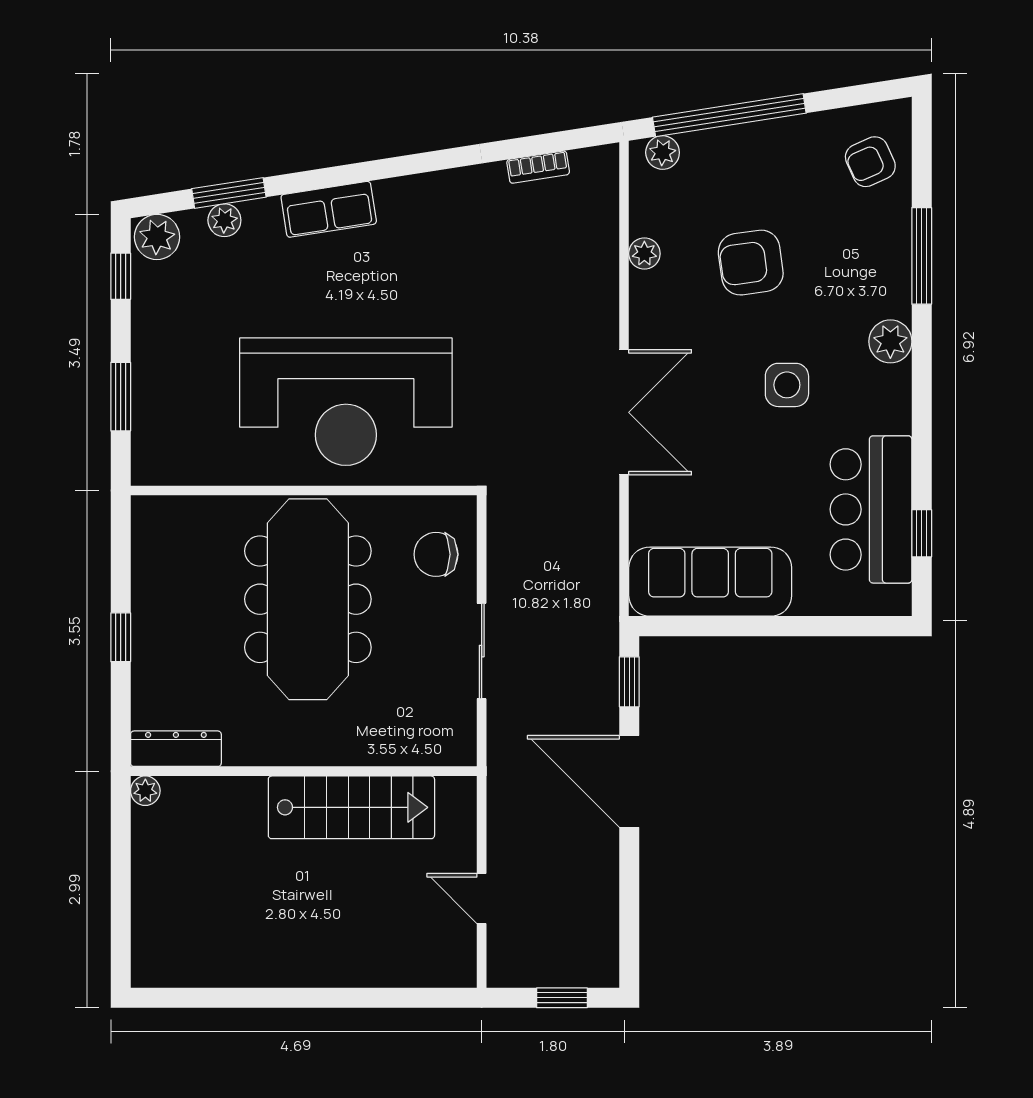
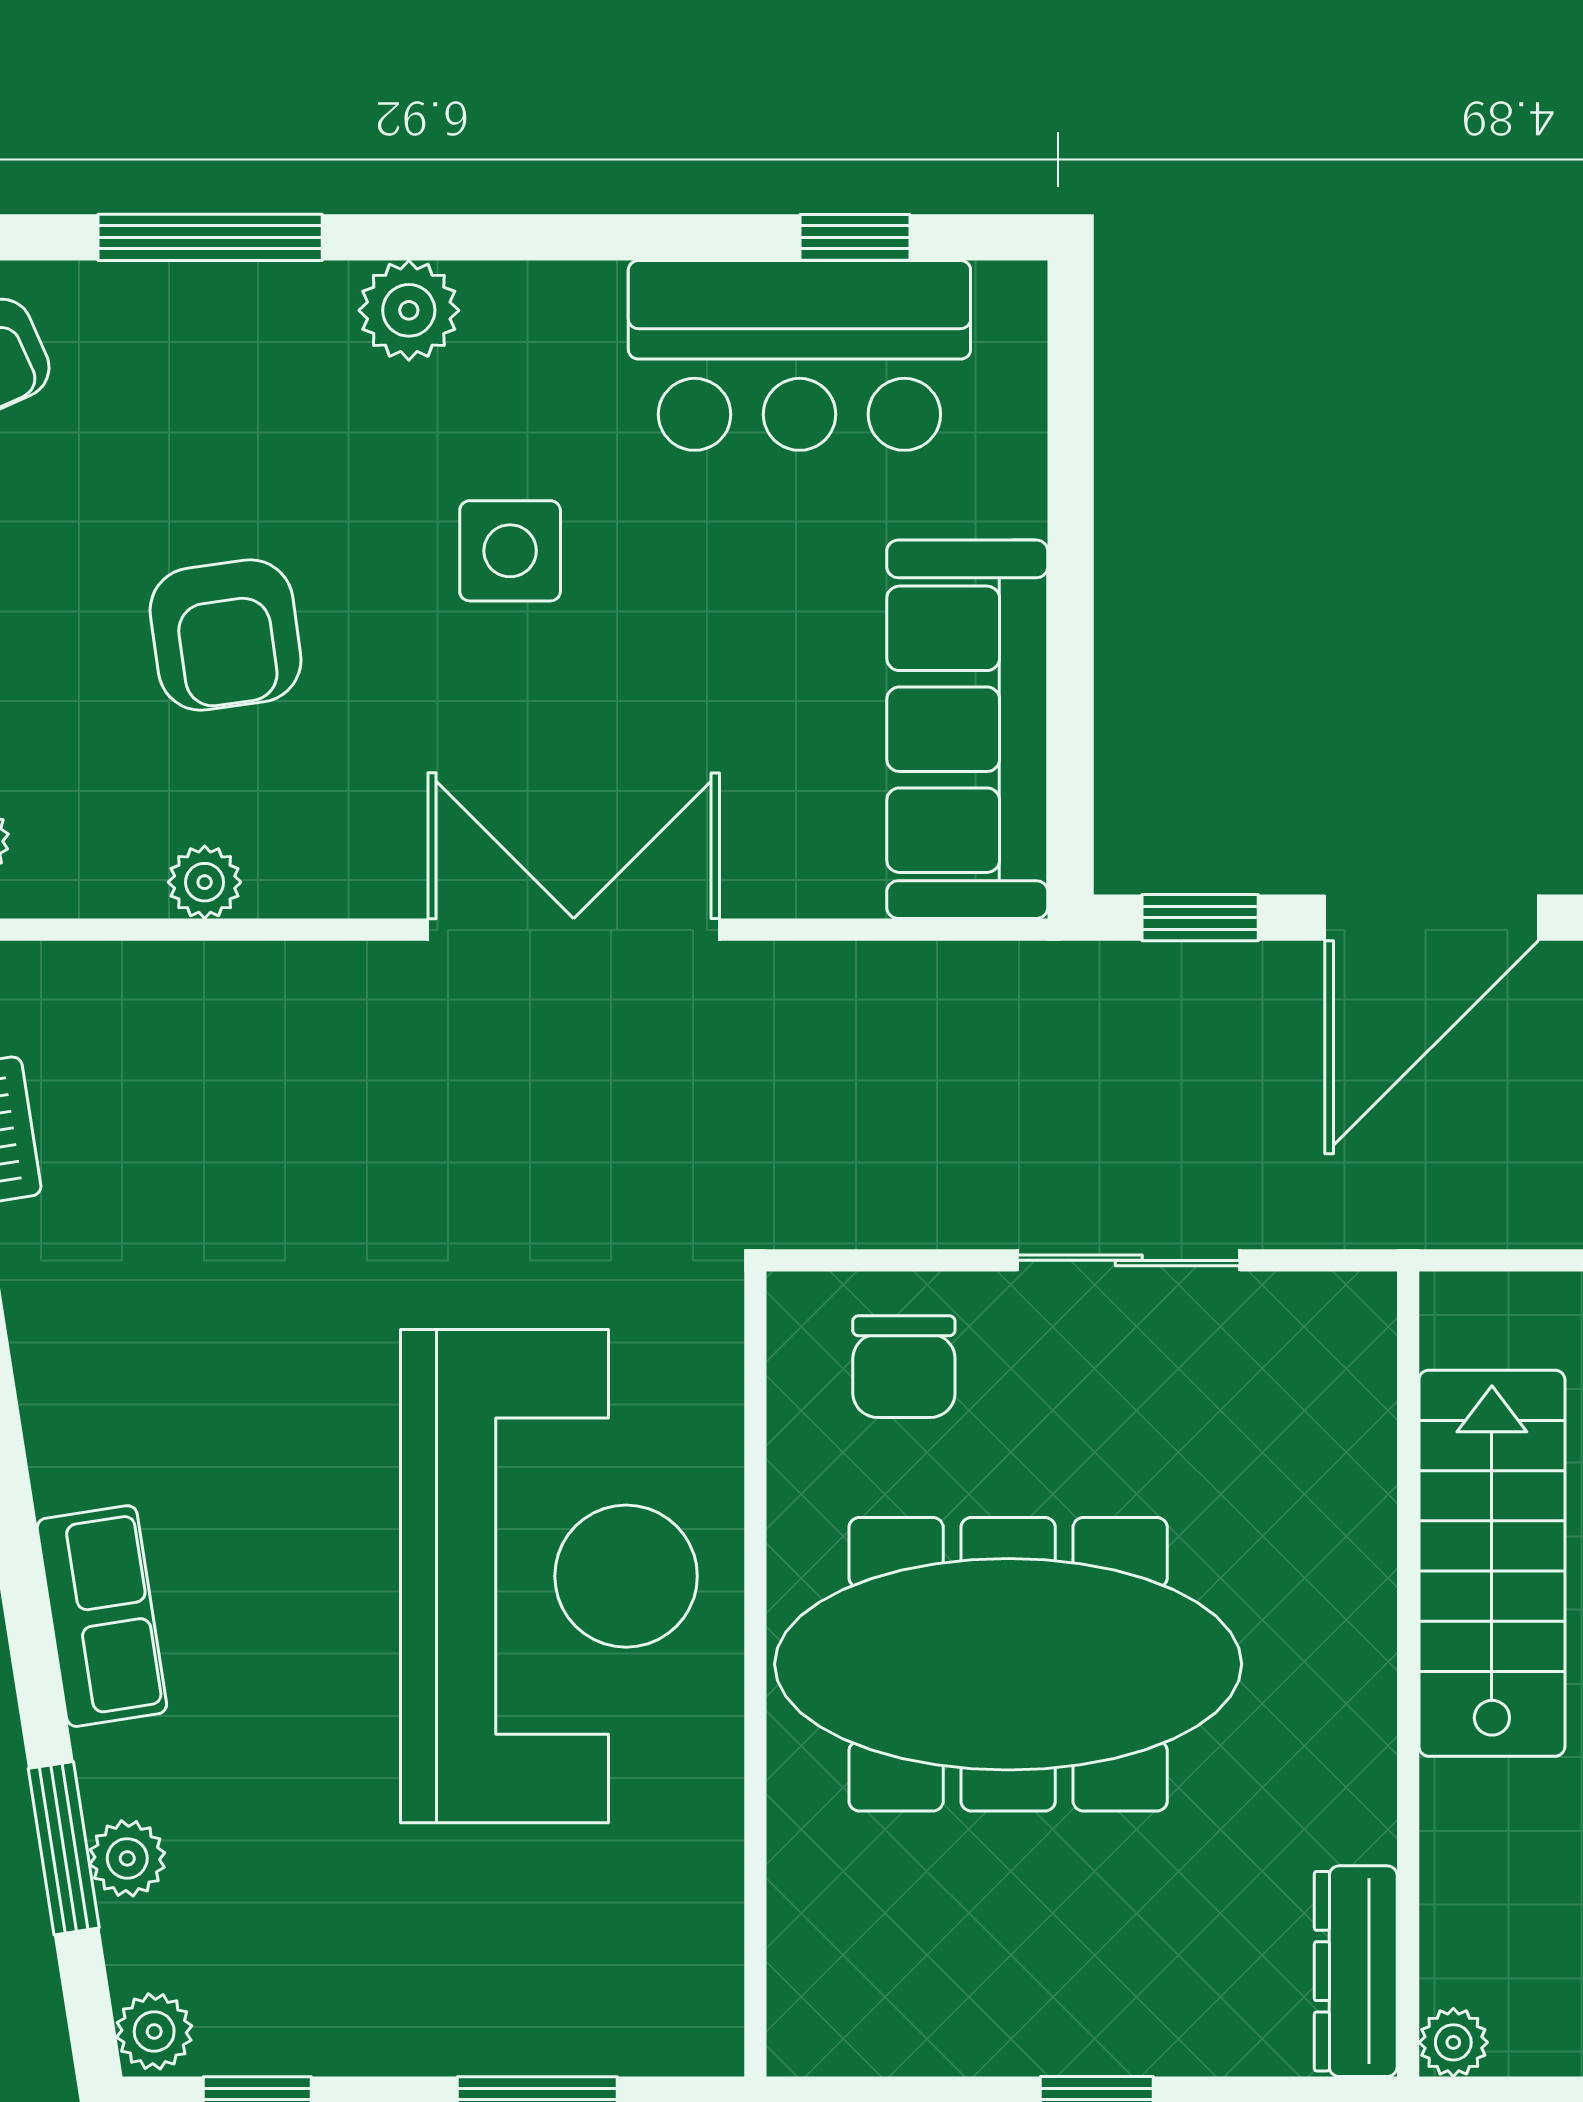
plant: (157, 237) -> (154, 2031), width x0.73, depth x0.73

